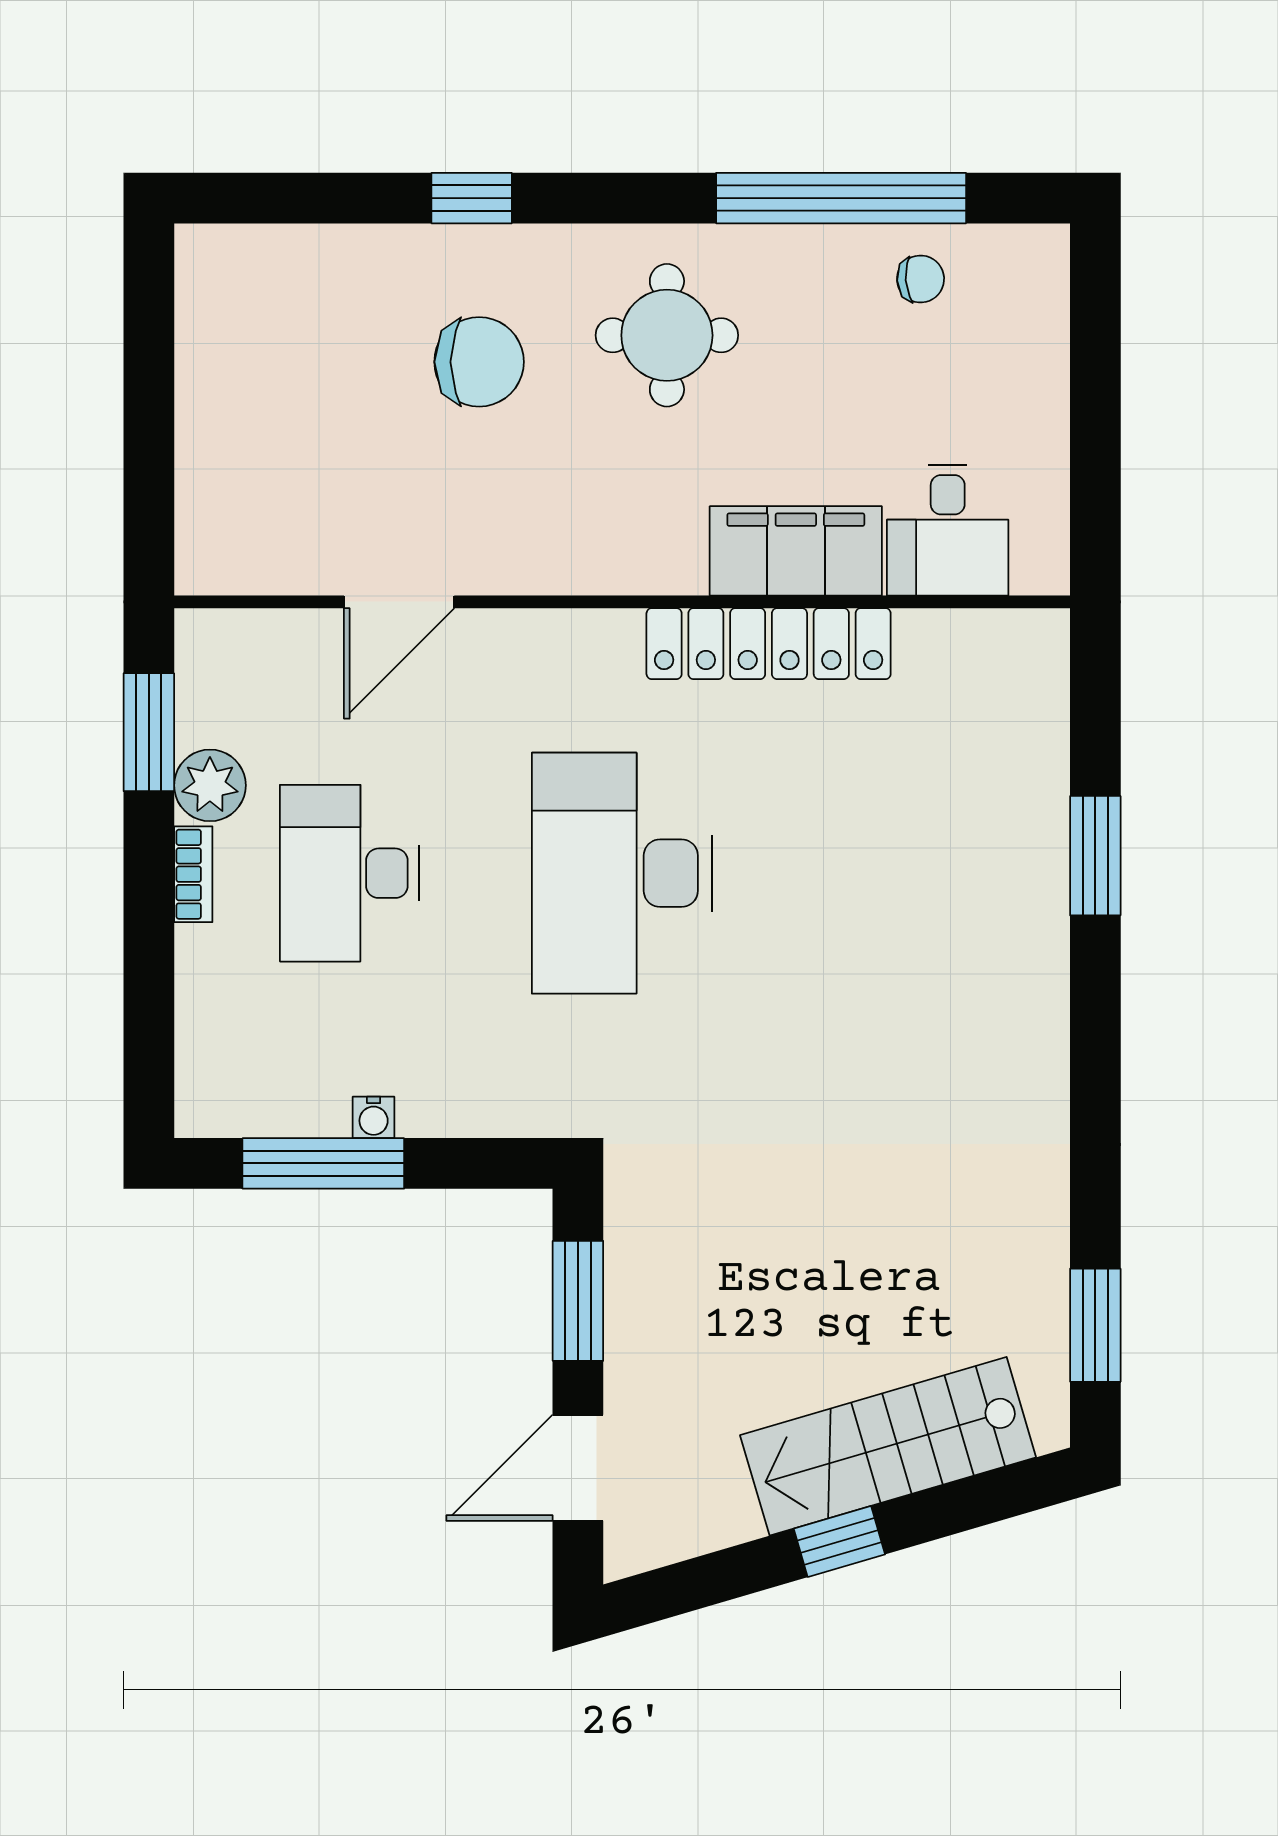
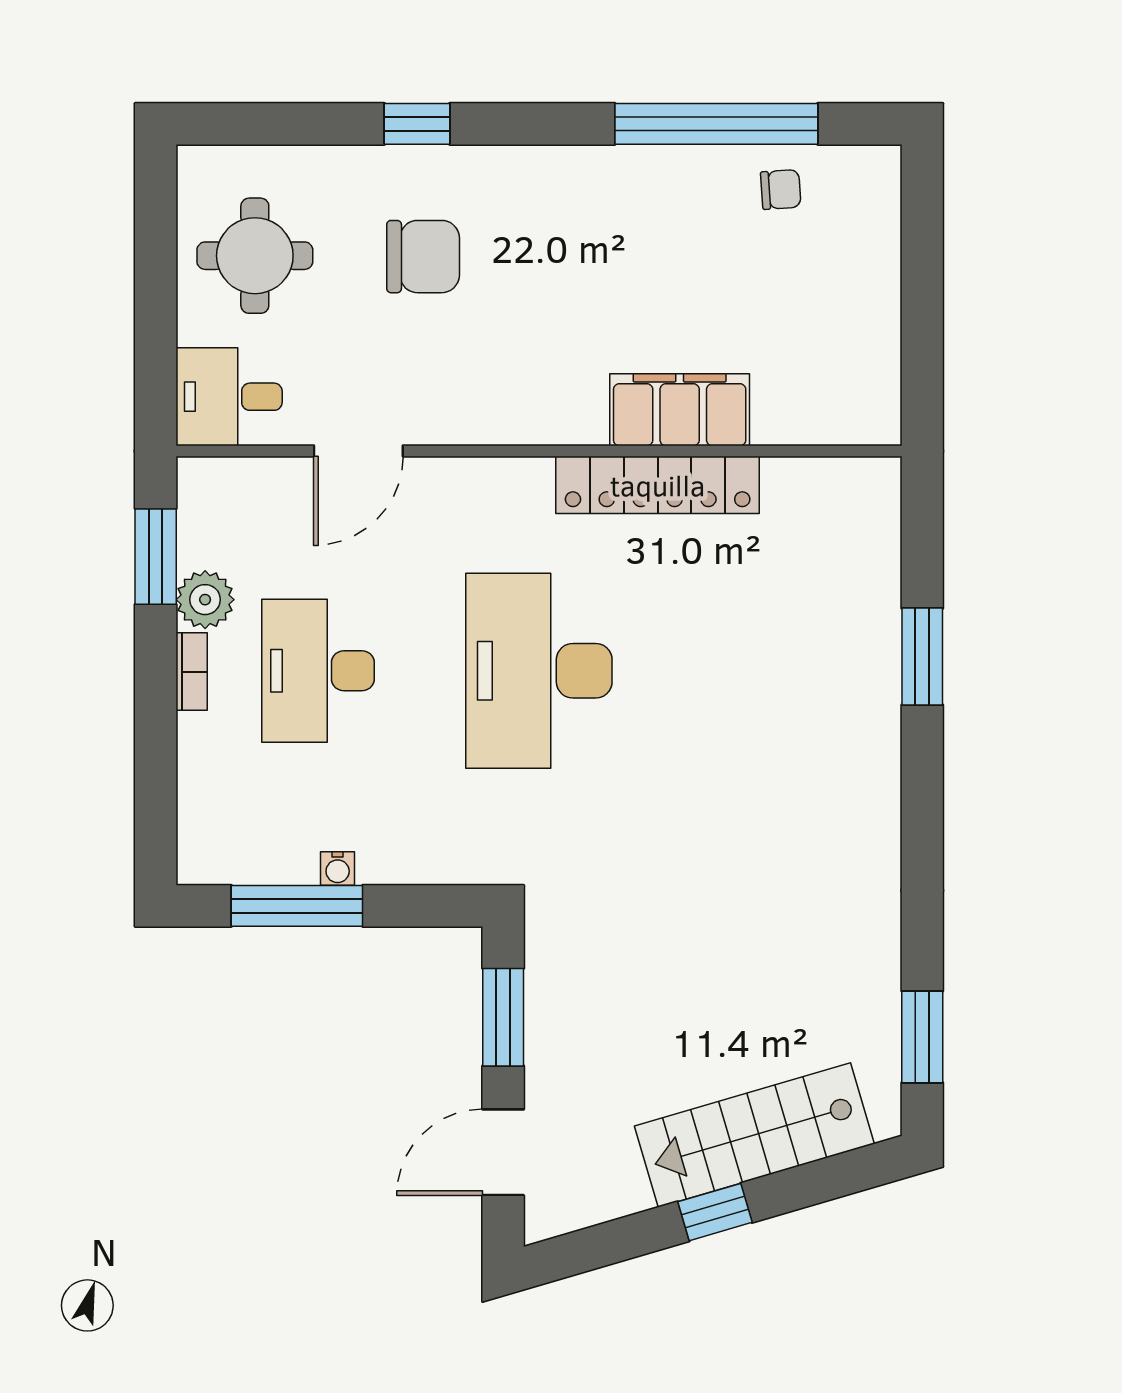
round table: (667, 335) -> (255, 256), moved
desk: (948, 530) -> (229, 397), moved, turned 90

